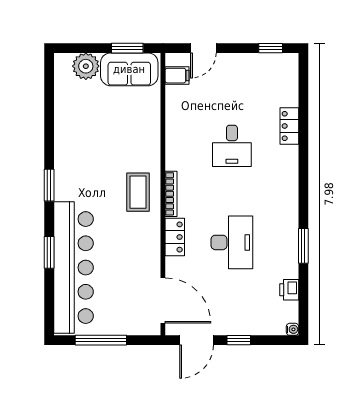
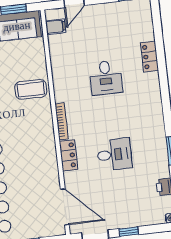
coffee table: (138, 192) -> (31, 89), moved, turned 90
desk: (232, 242) -> (114, 154), width x0.73

